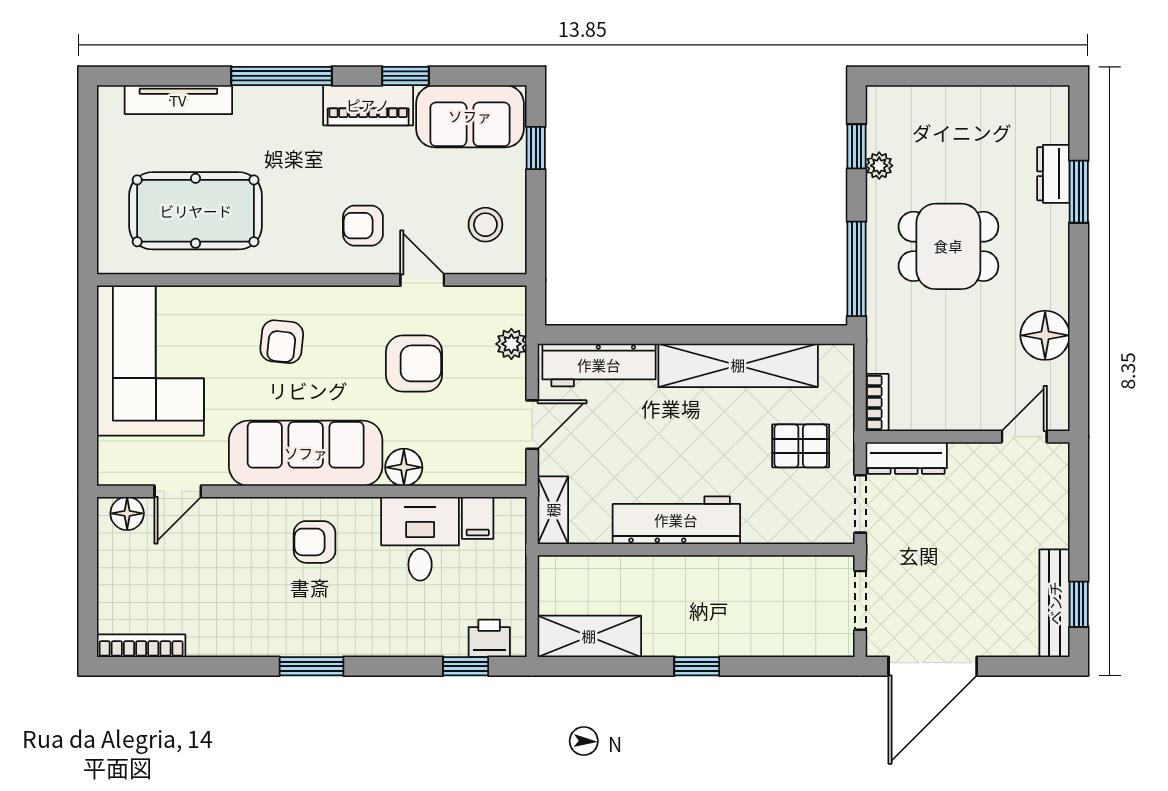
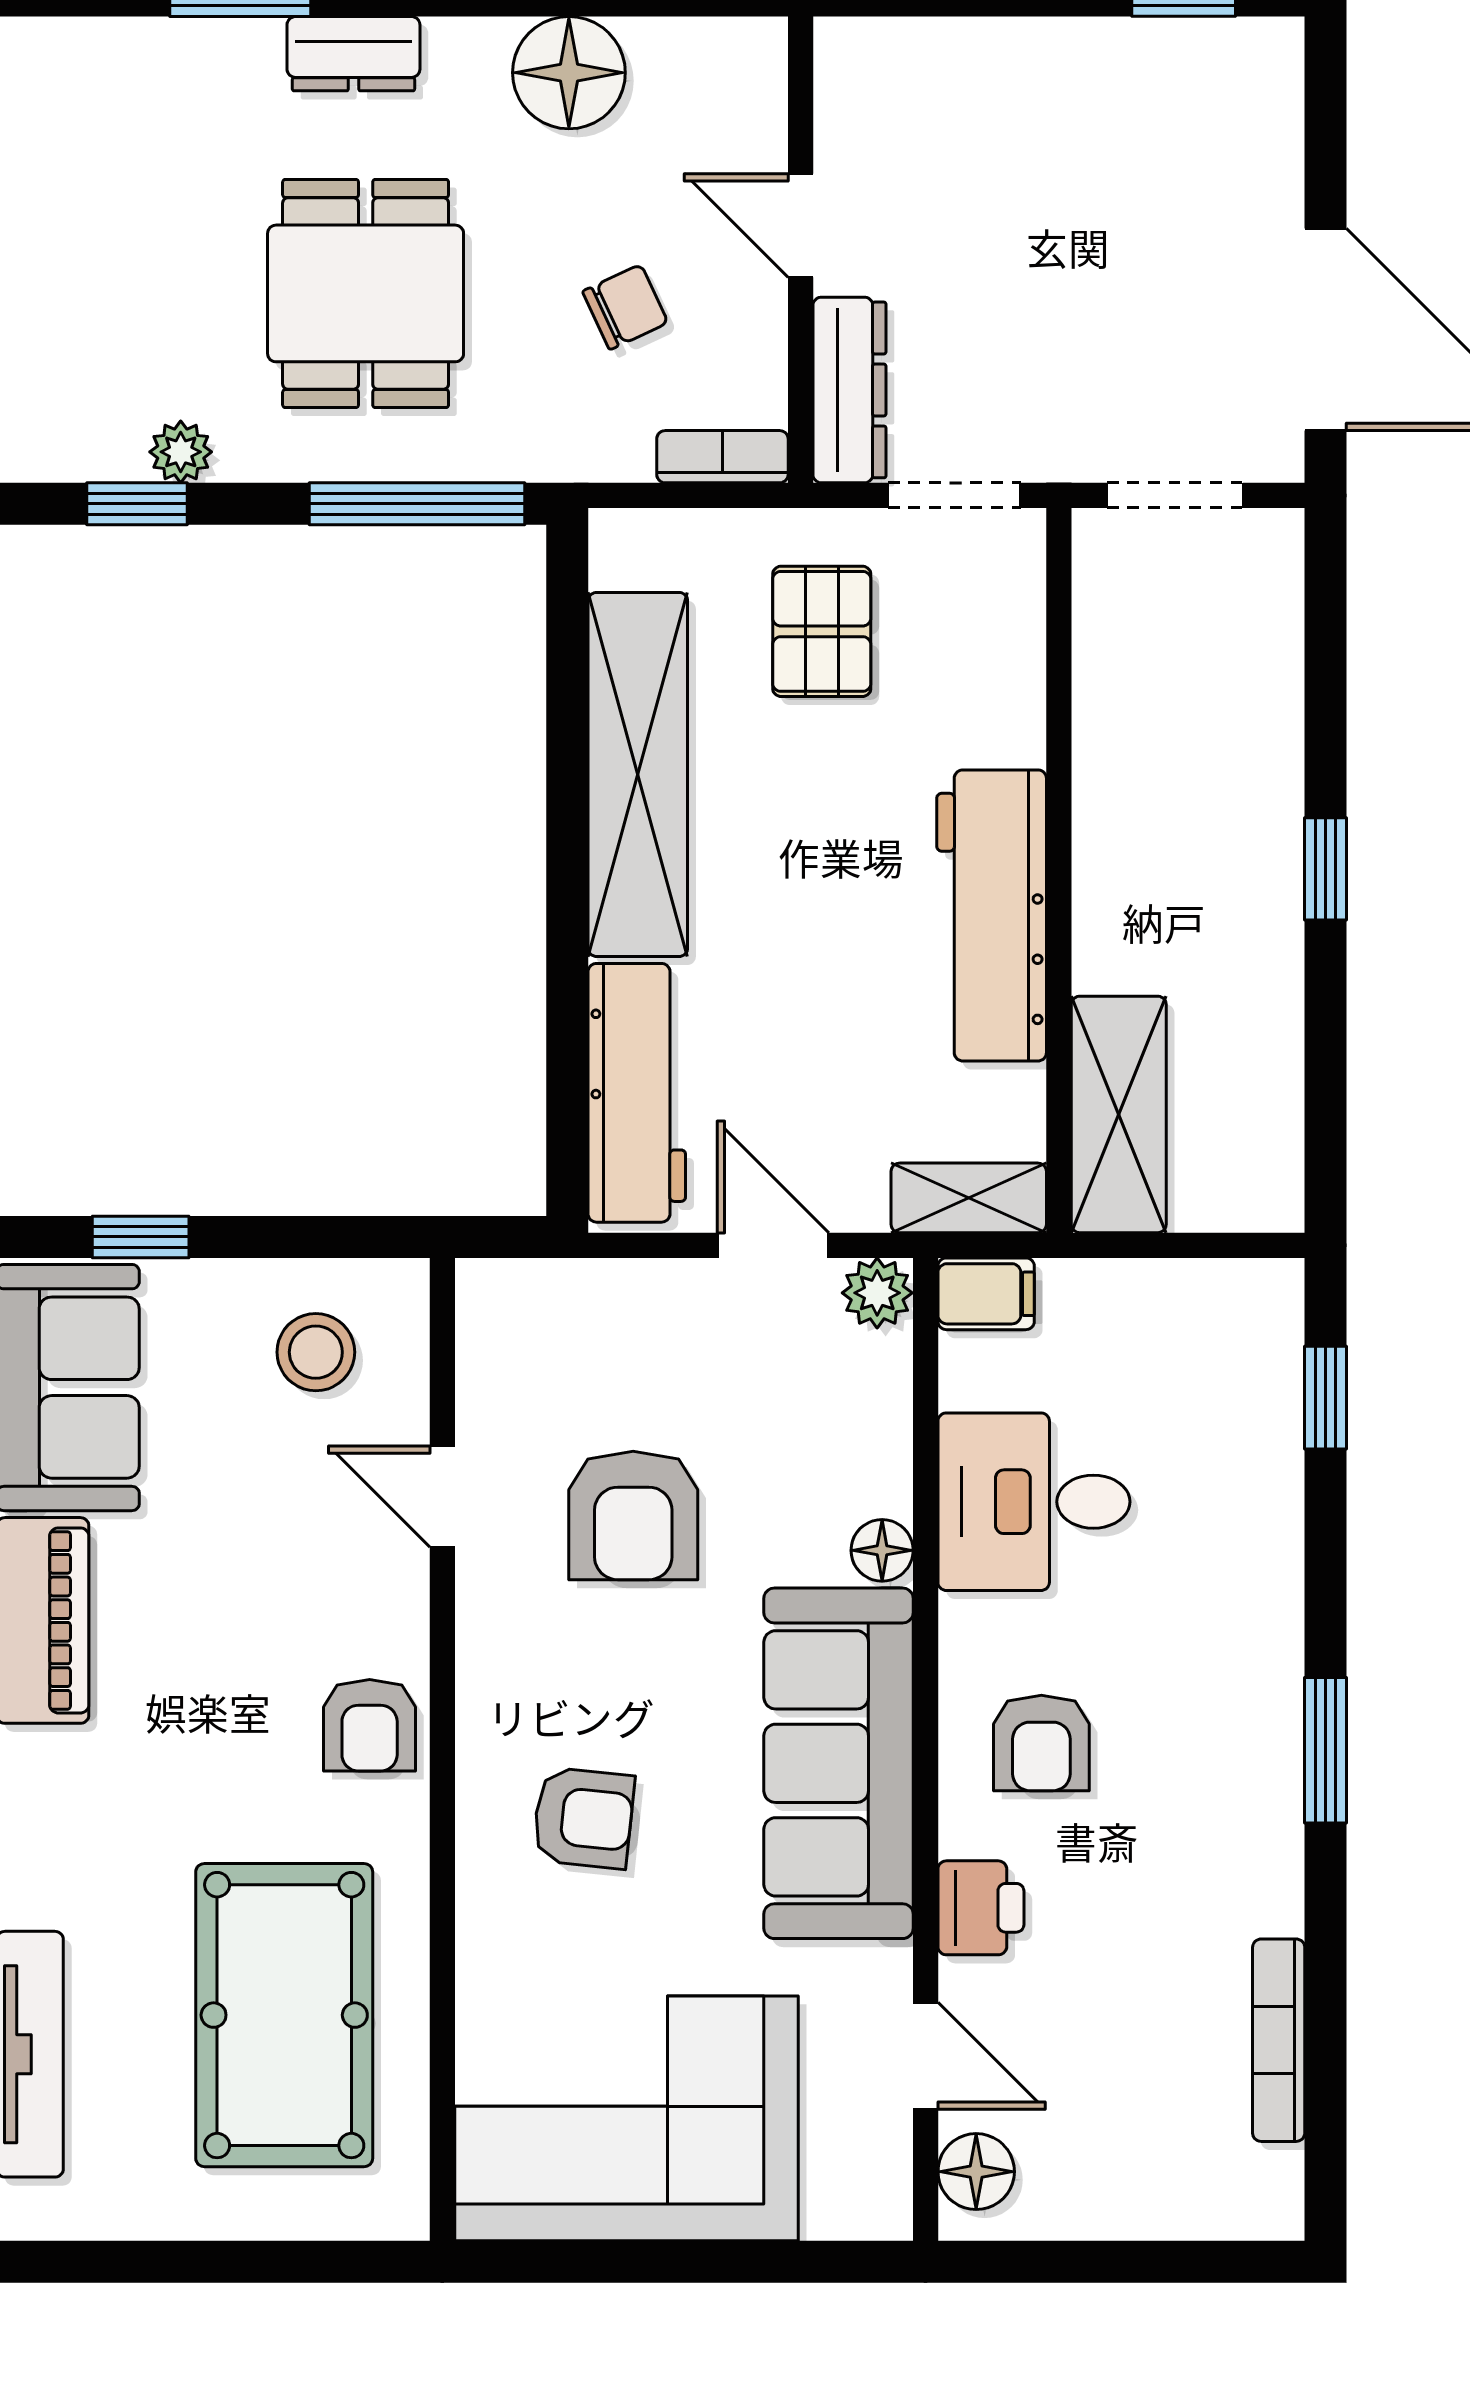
dresser: (1053, 174) -> (353, 54), moved
armchair: (363, 226) -> (370, 1725), moved
door: (422, 280) -> (442, 1497), hinge flipped
plant: (511, 344) -> (877, 1293), moved
chair: (943, 360) -> (625, 307), added
armchair: (414, 363) -> (633, 1515), turned 180
door: (1024, 437) -> (801, 226), moved
floor lamp: (404, 467) -> (882, 1550), width x0.73, depth x0.73
filing cabinet: (478, 518) -> (986, 1294), moved
bench: (1055, 603) -> (1181, 51), removed
shelving: (589, 636) -> (1119, 1114), moved
printer: (489, 638) -> (981, 1908), moved, turned 180
bookcase: (141, 646) -> (1279, 2040), moved

